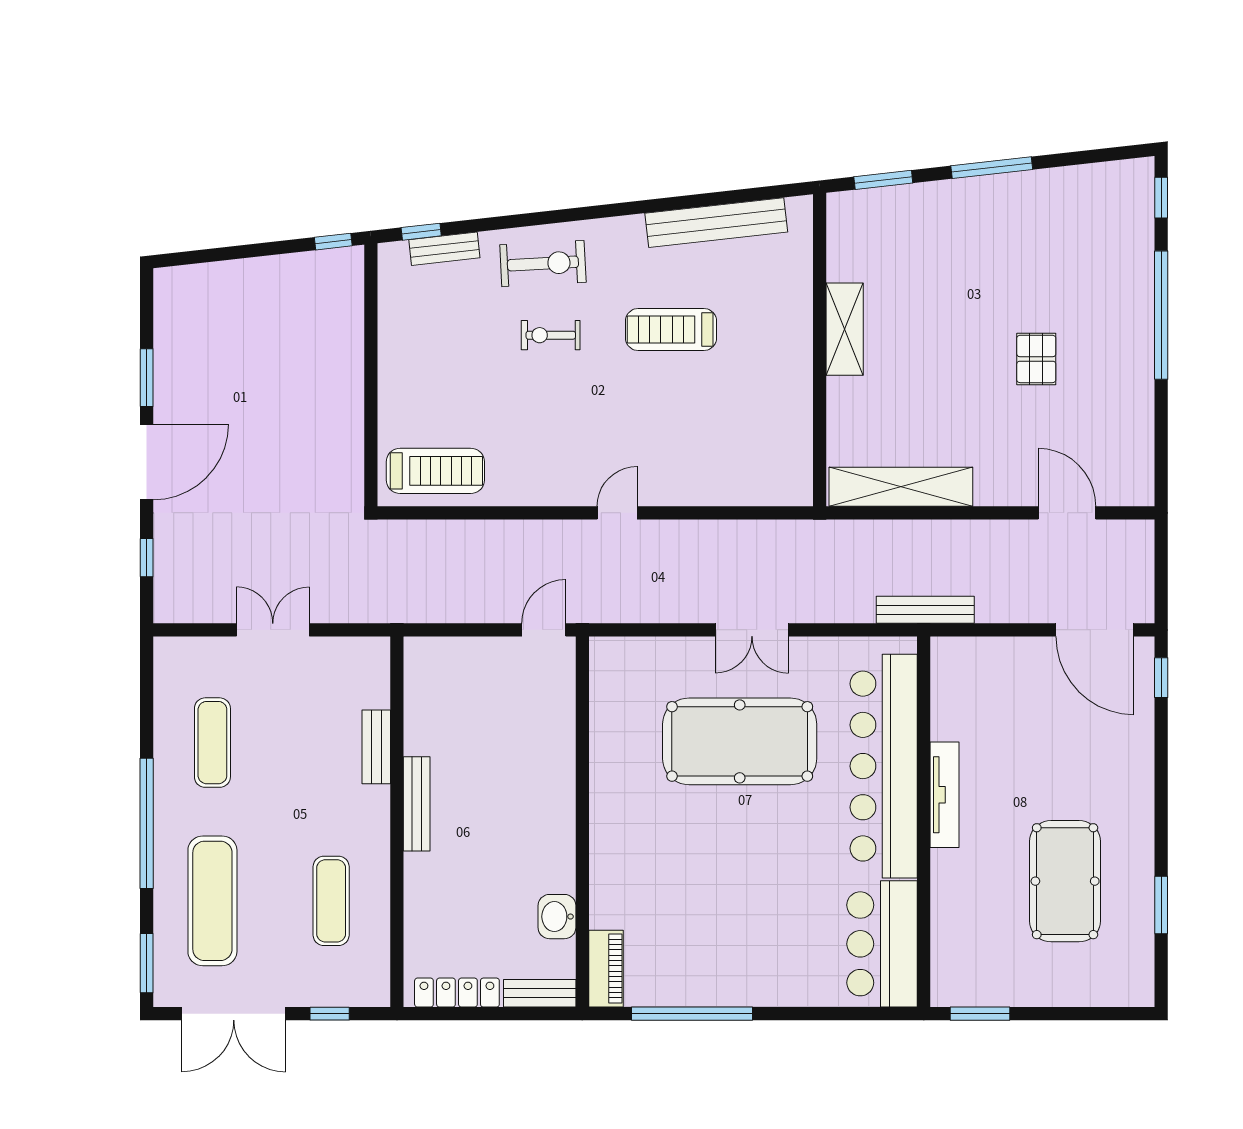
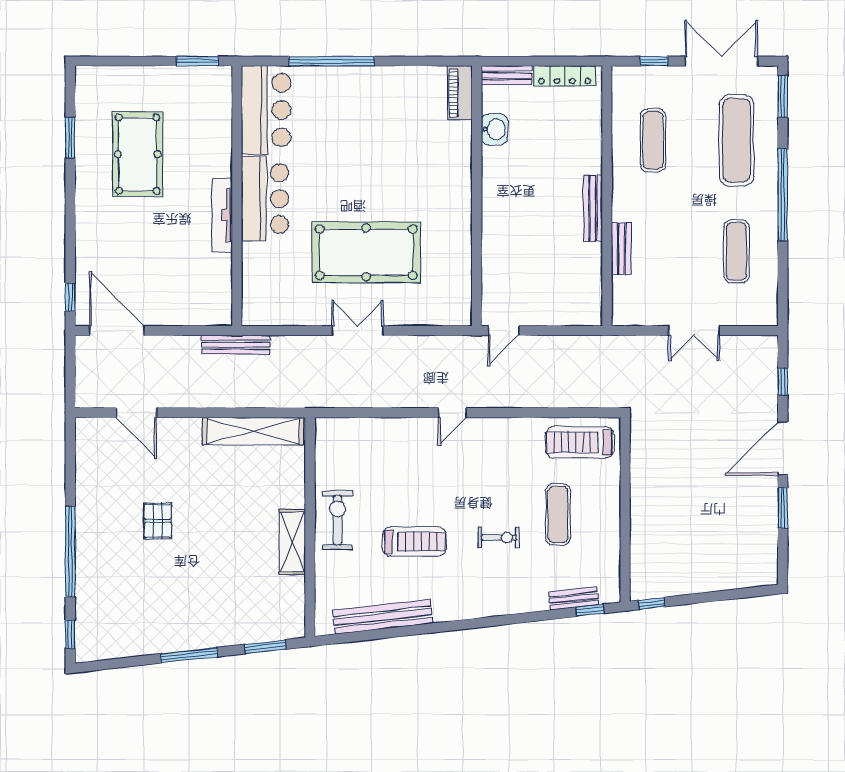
exercise bike: (543, 264) -> (337, 520), moved, turned 93
exercise mat: (466, 368) -> (558, 514), added
bar counter: (884, 766) -> (265, 199), width x0.54
window: (692, 1014) -> (332, 61), moved

